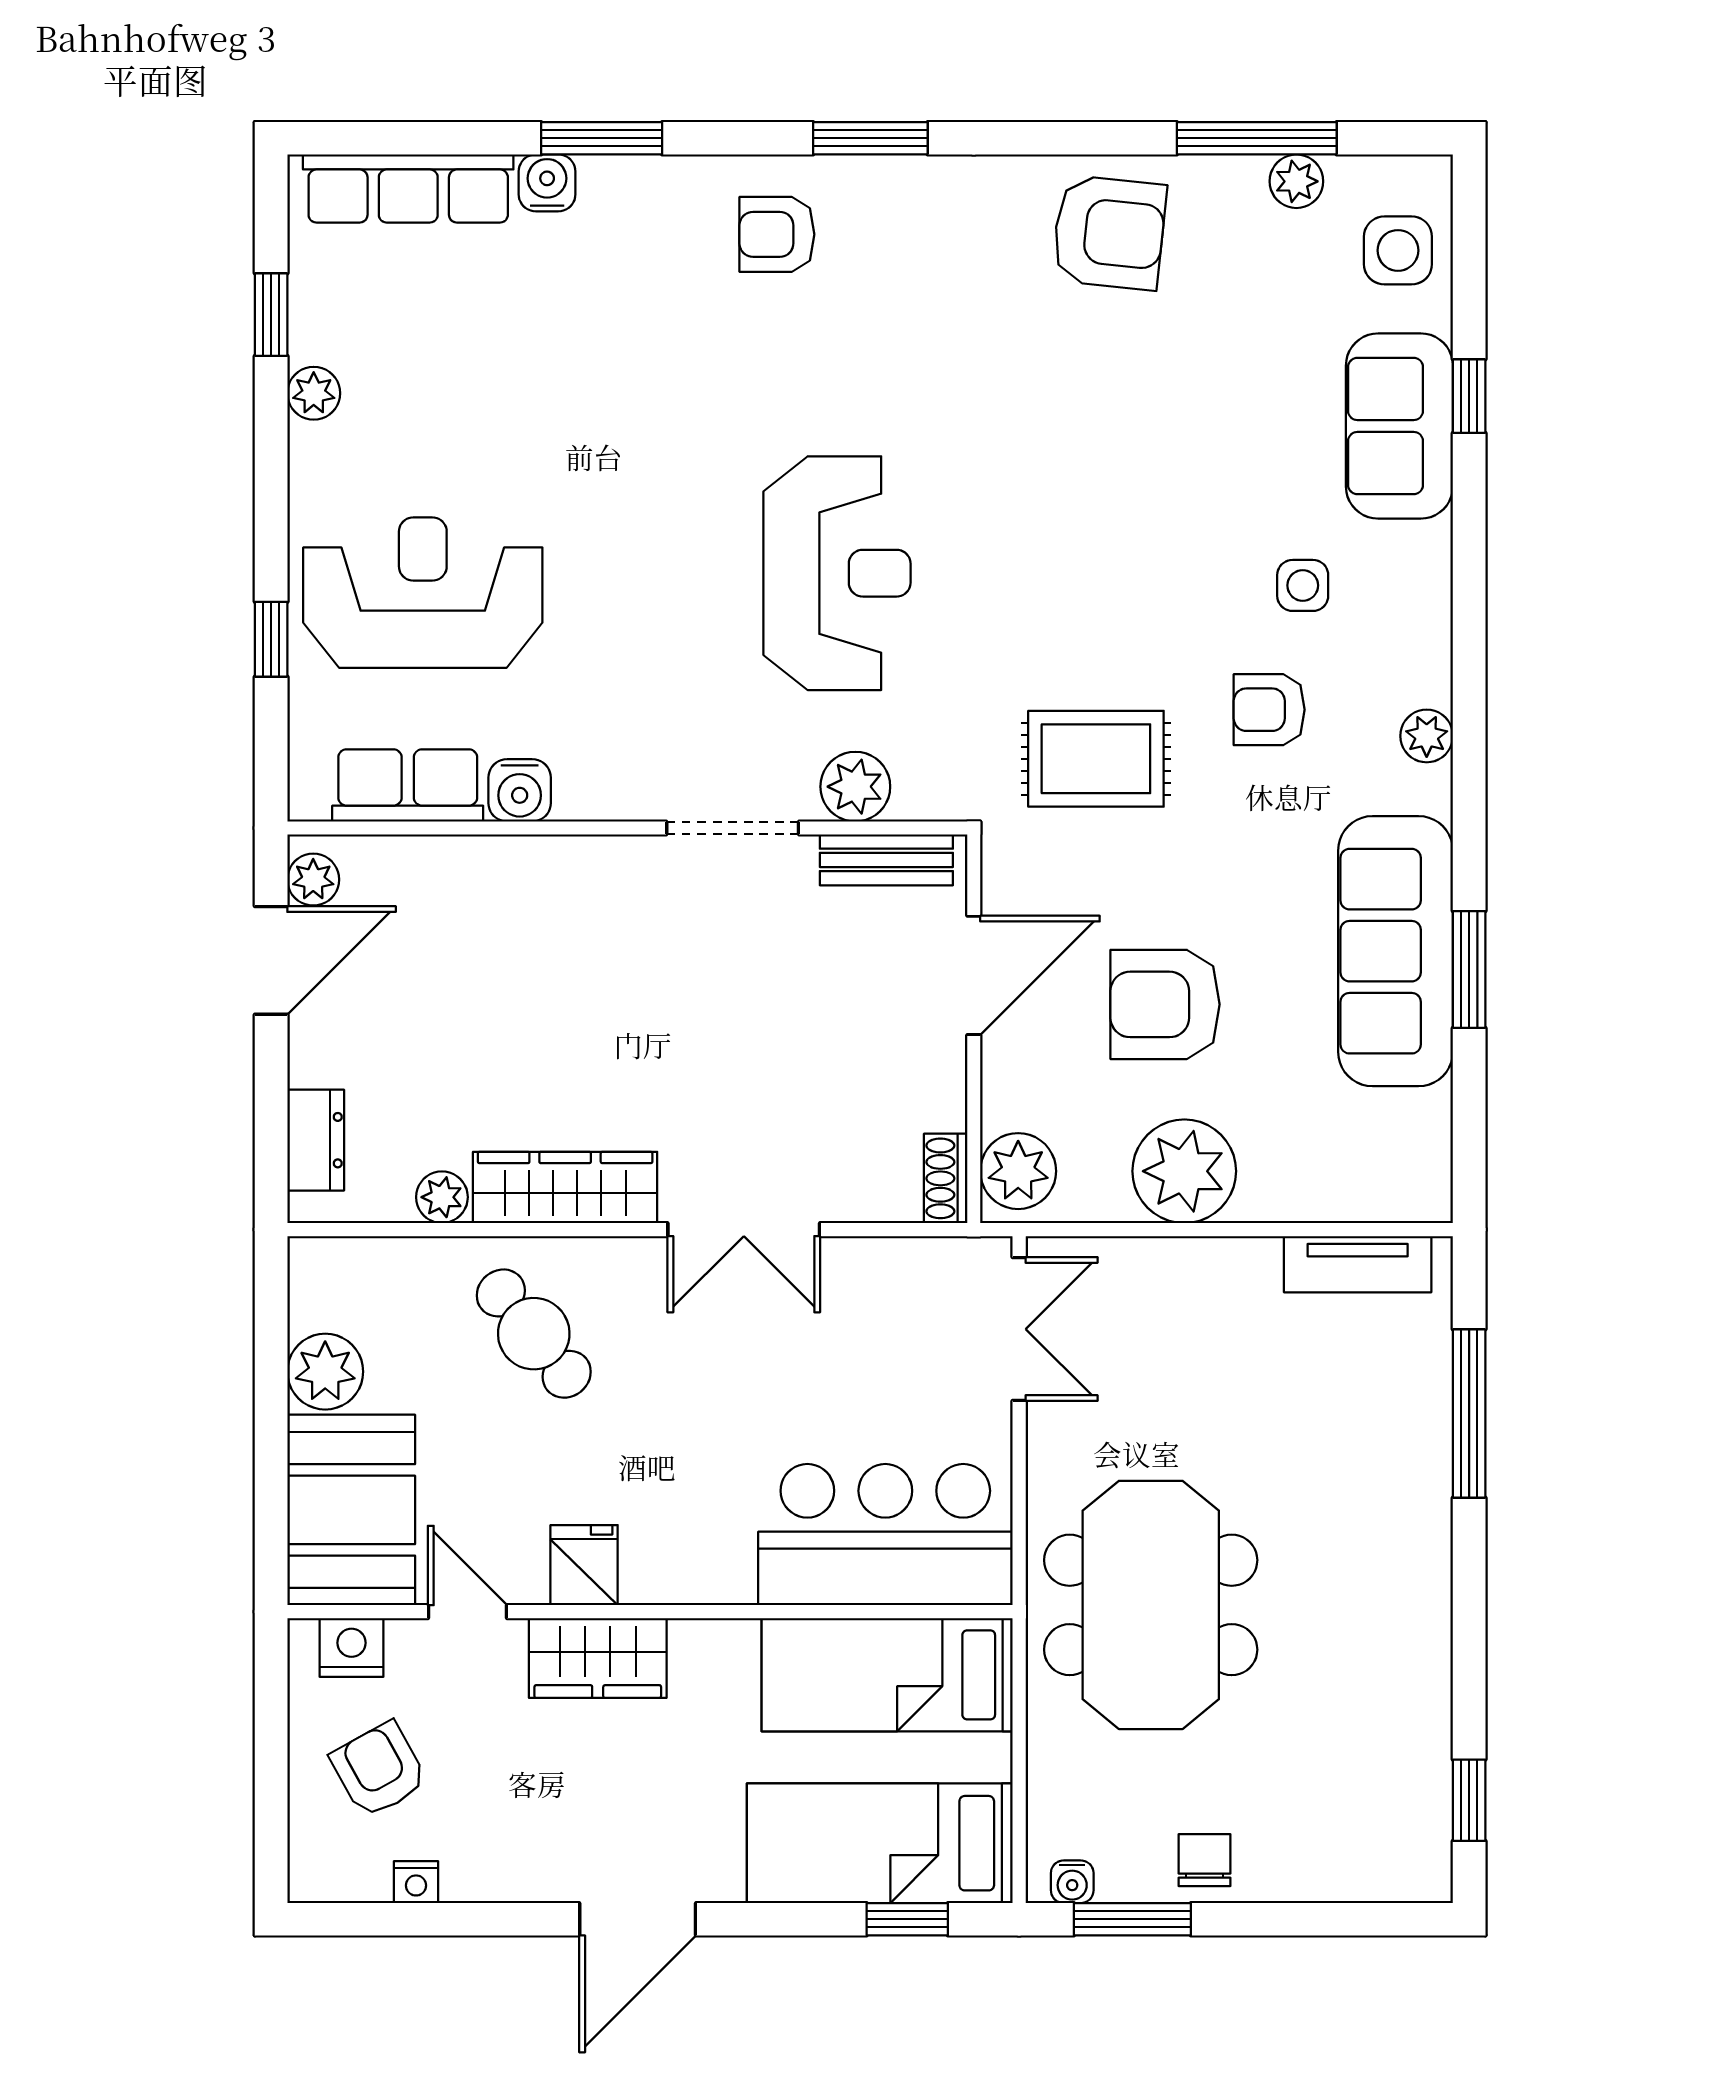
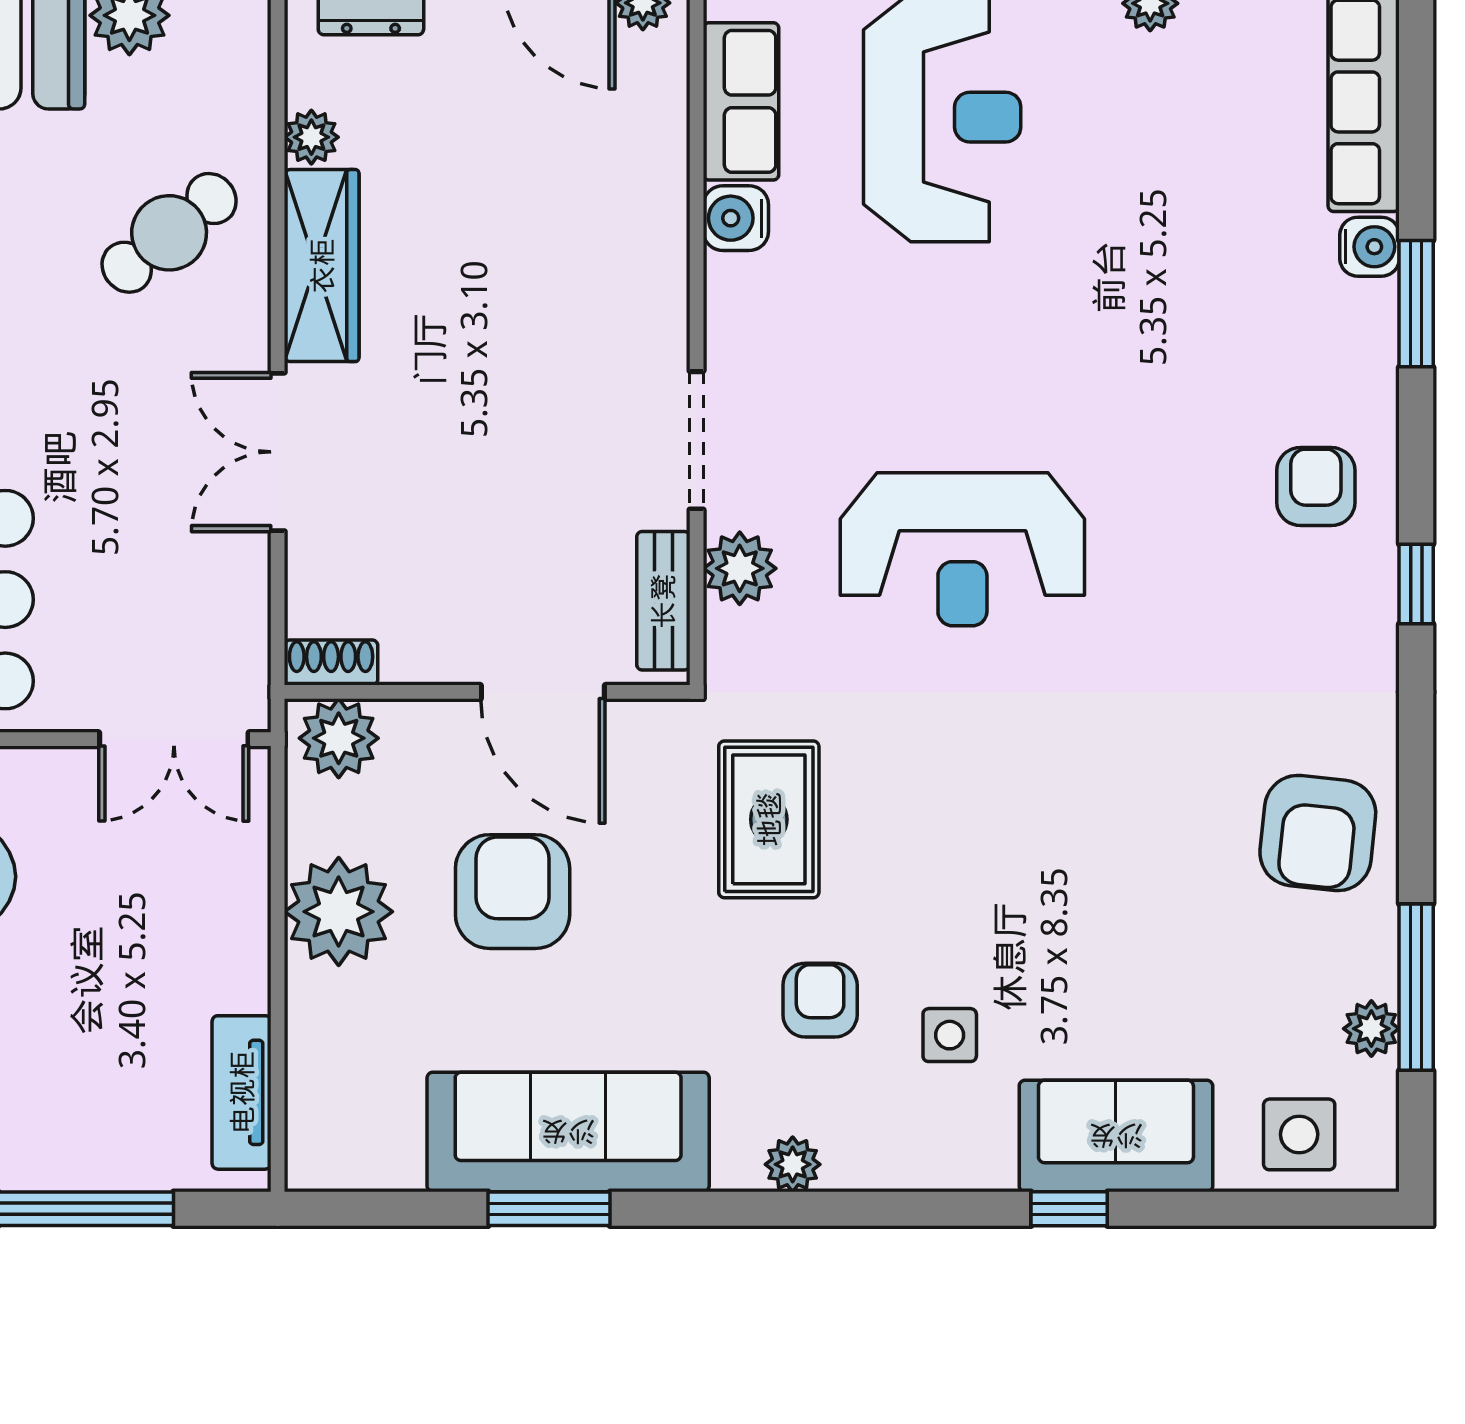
window: (870, 138) -> (1416, 584), width x0.67
window: (1469, 396) -> (1069, 1209), moved

